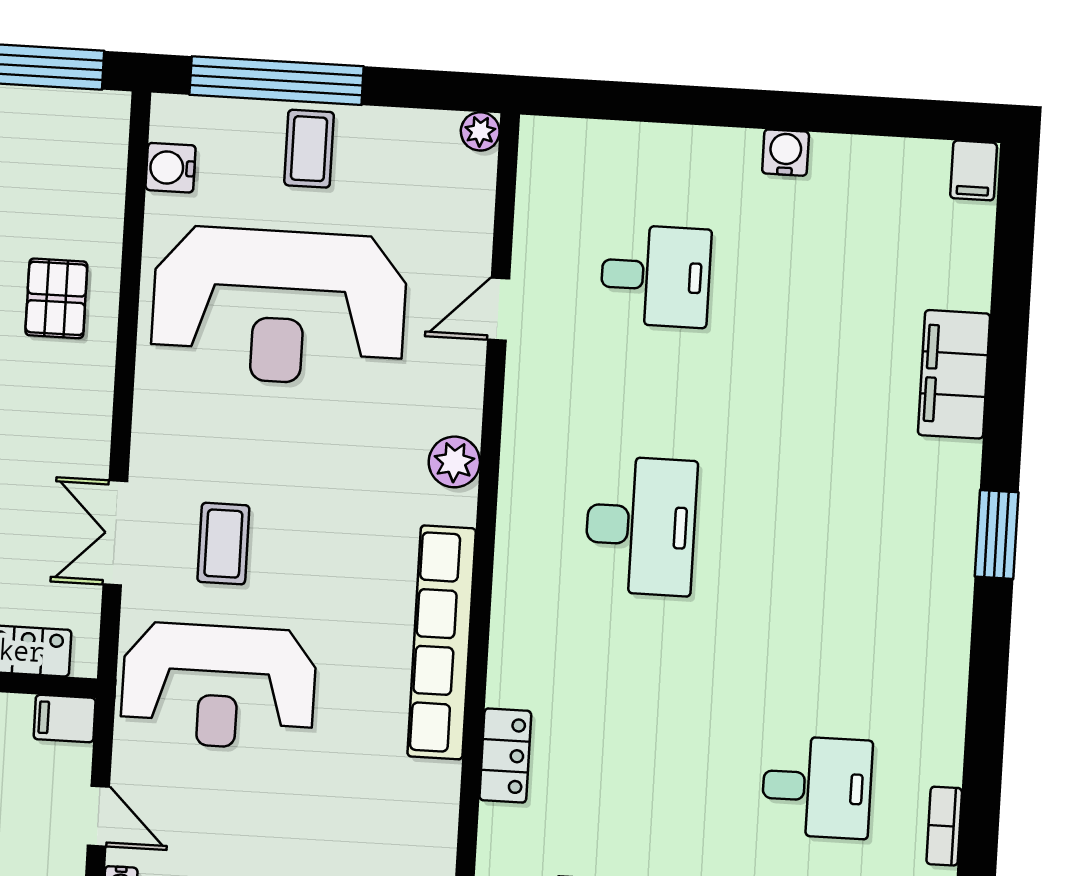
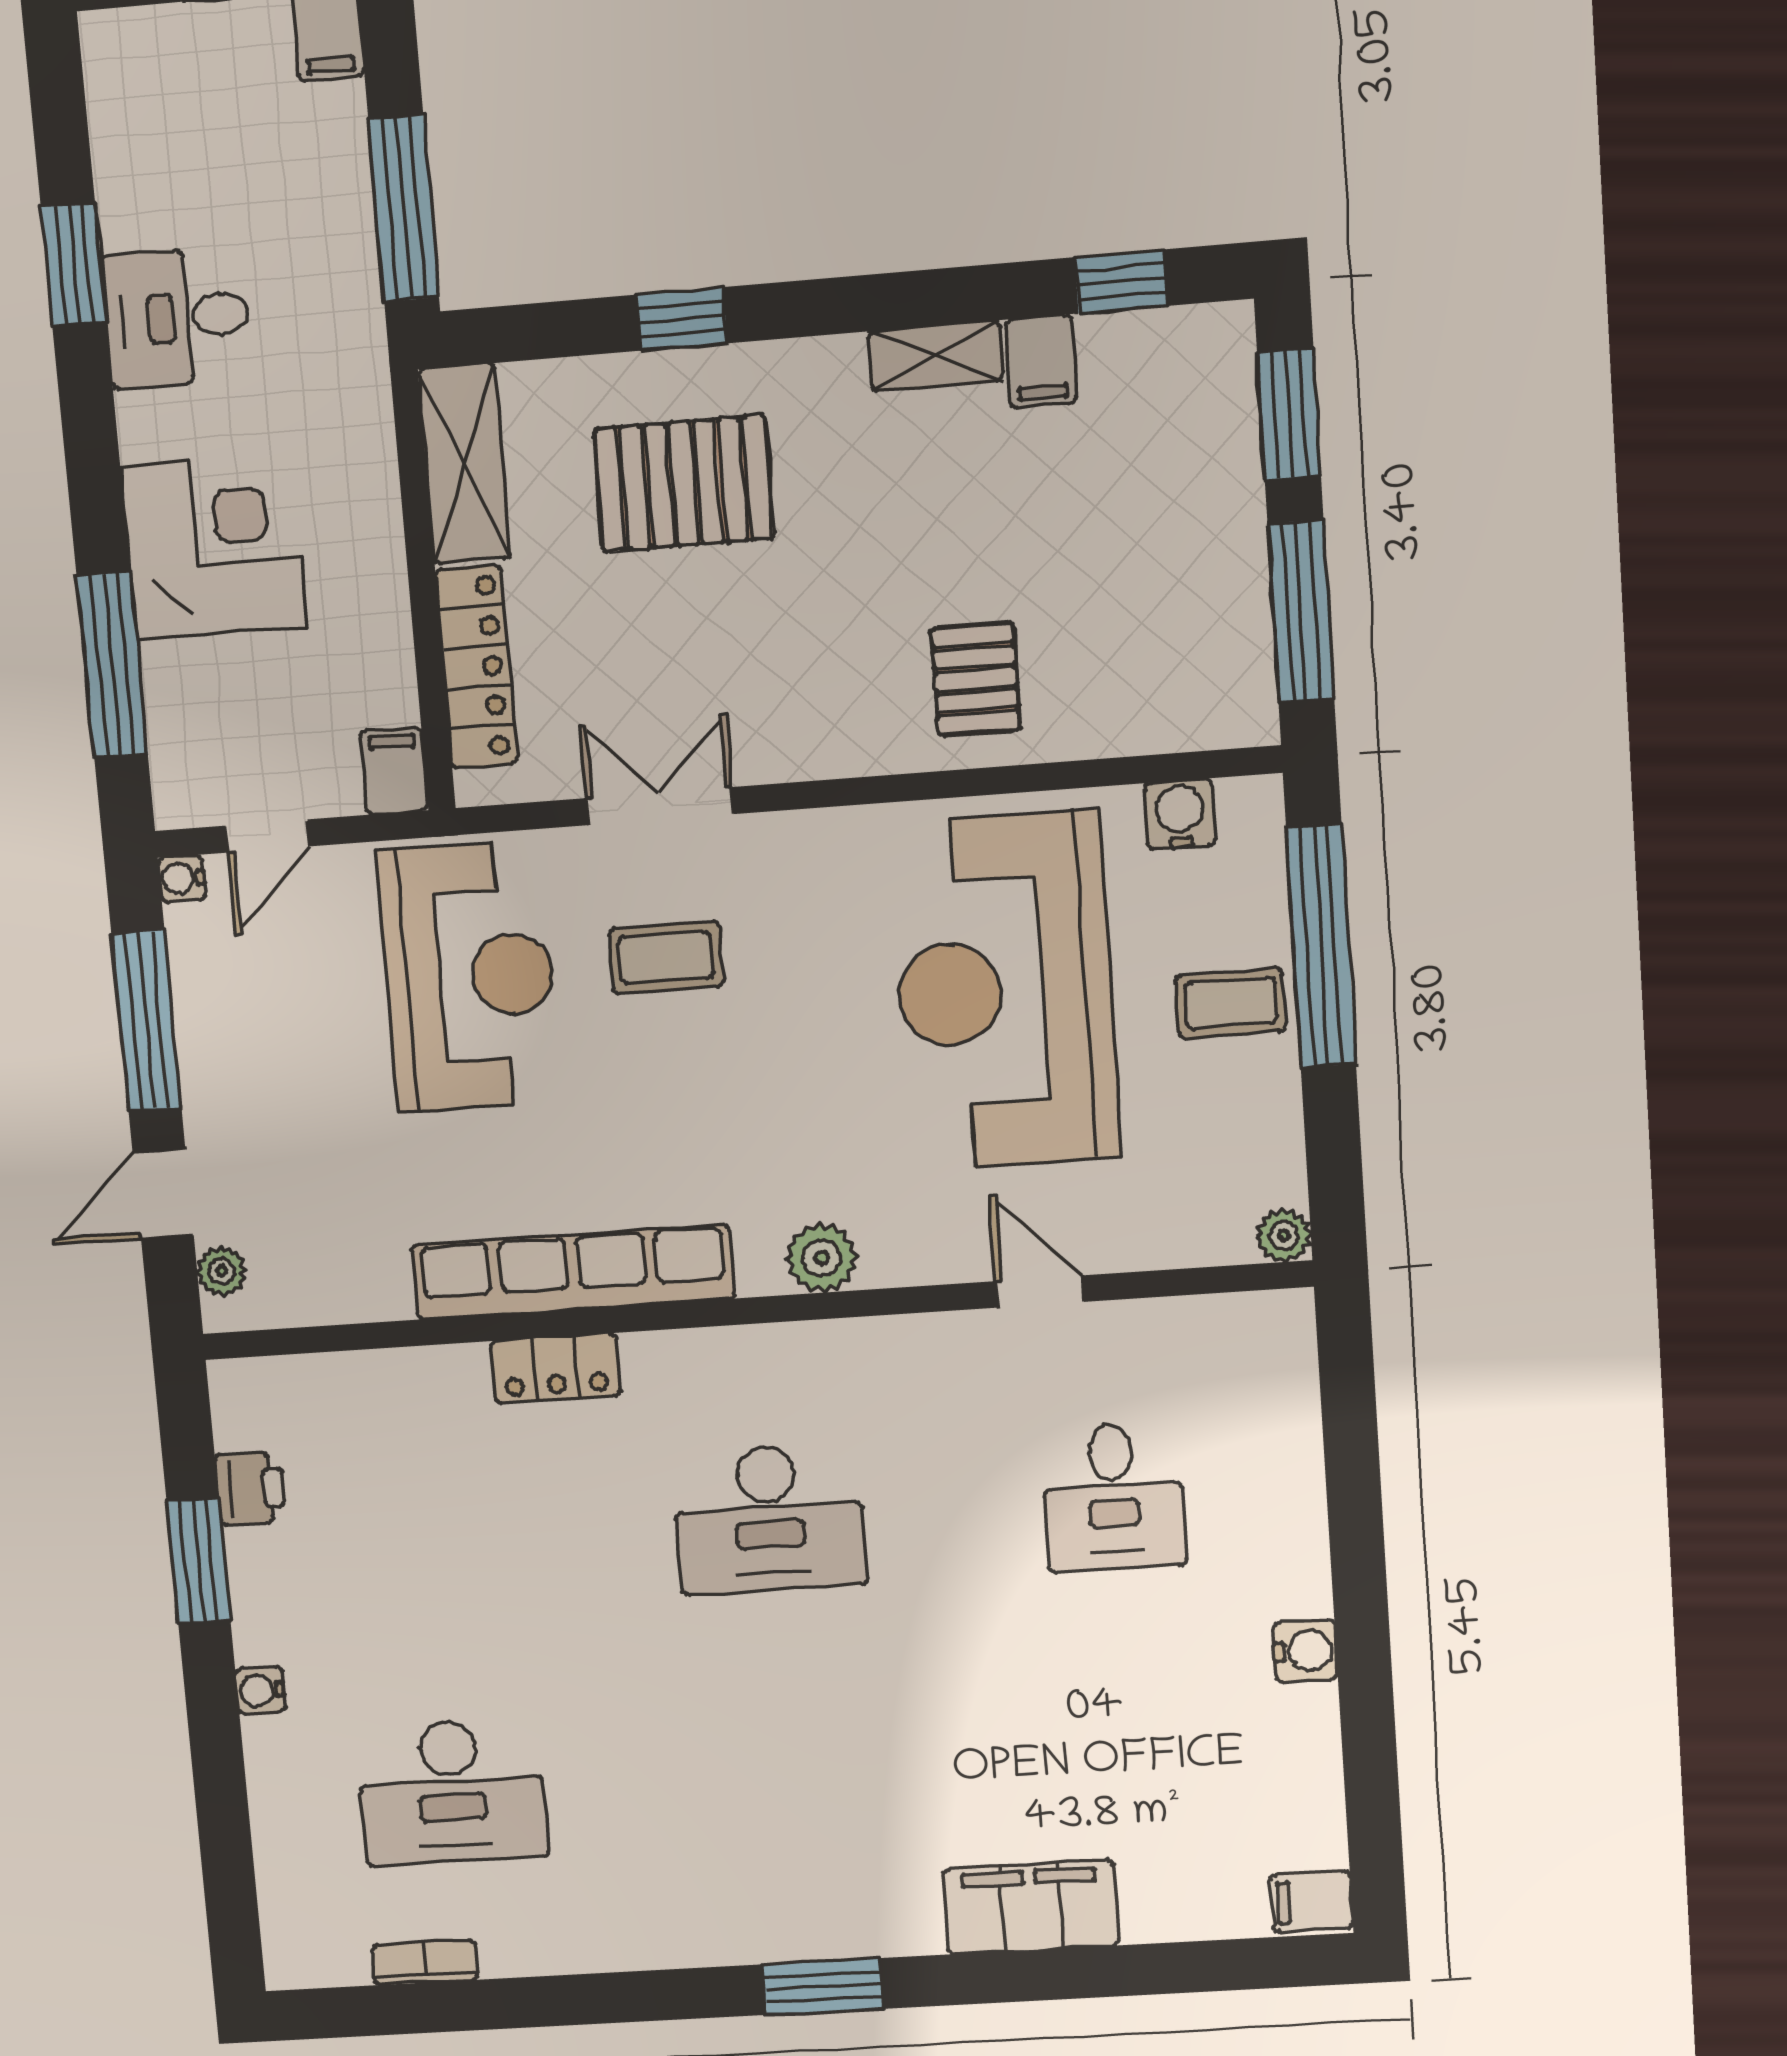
pallet: (56, 298) -> (976, 679), turned 90
reception desk: (218, 686) -> (470, 977), turned 180
locker: (505, 756) -> (556, 1368), moved
desk: (817, 787) -> (452, 1792), width x1.37

